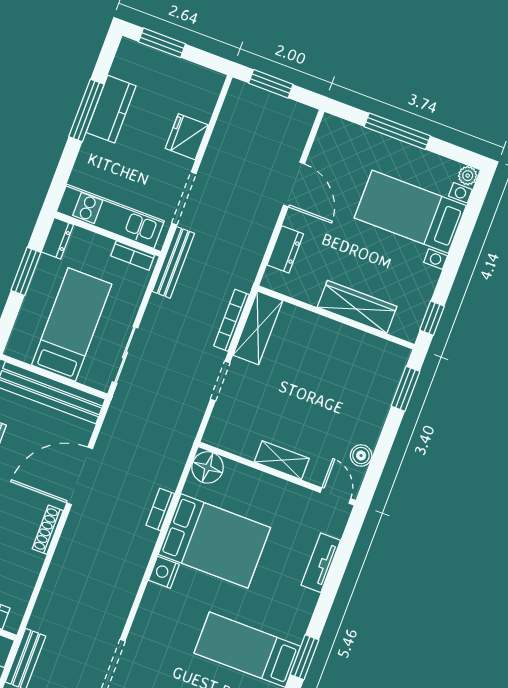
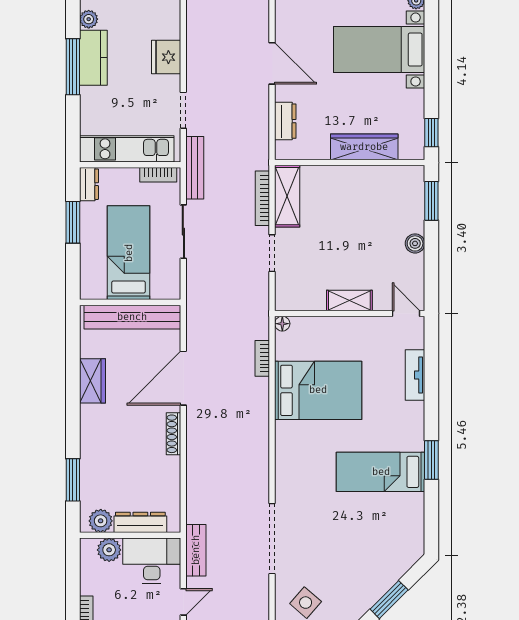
plant: (121, 67) -> (89, 19), added
doorway: (184, 198) -> (183, 110), width x0.73
sliding door: (125, 355) -> (183, 232), moved
boiler: (361, 455) -> (415, 243), moved
floor lamp: (208, 467) -> (282, 324), width x0.53, depth x0.53
bookcase: (160, 509) -> (262, 358), moved
nightstand: (164, 572) -> (285, 433), removed

